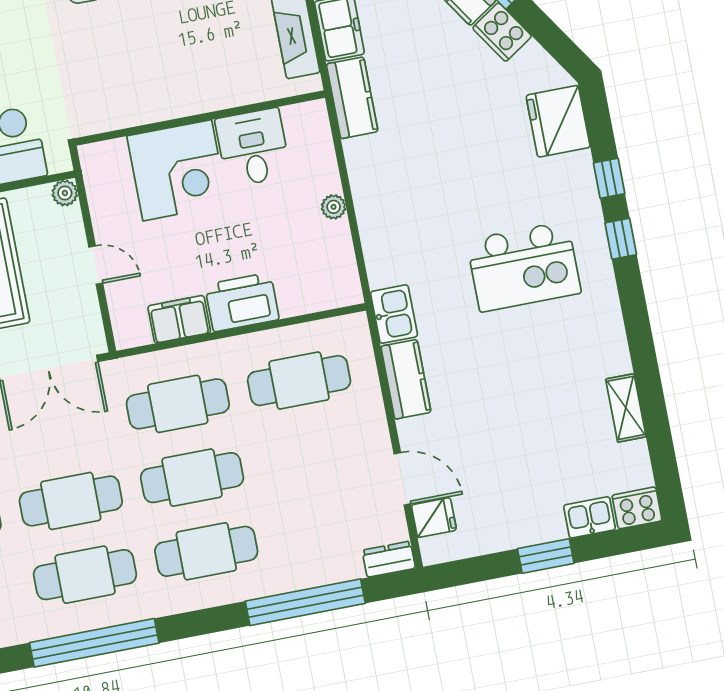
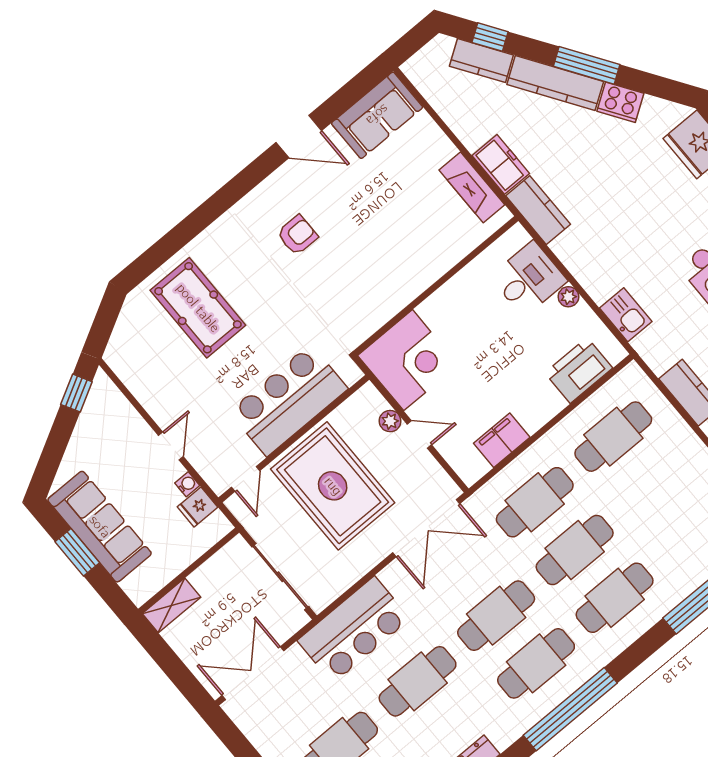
desk: (253, 148) -> (529, 279), moved, turned 90
corner desk: (177, 170) -> (408, 360), moved
plant: (65, 193) -> (390, 421), moved
printer: (242, 302) -> (579, 370), moved
kitchen sink: (394, 314) -> (626, 315), moved

